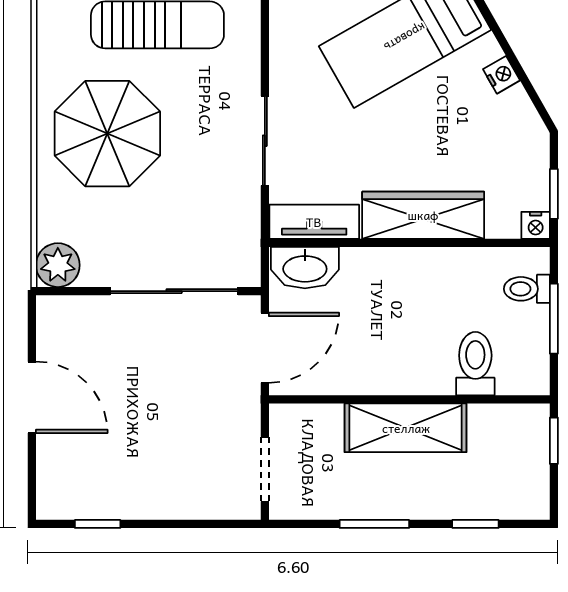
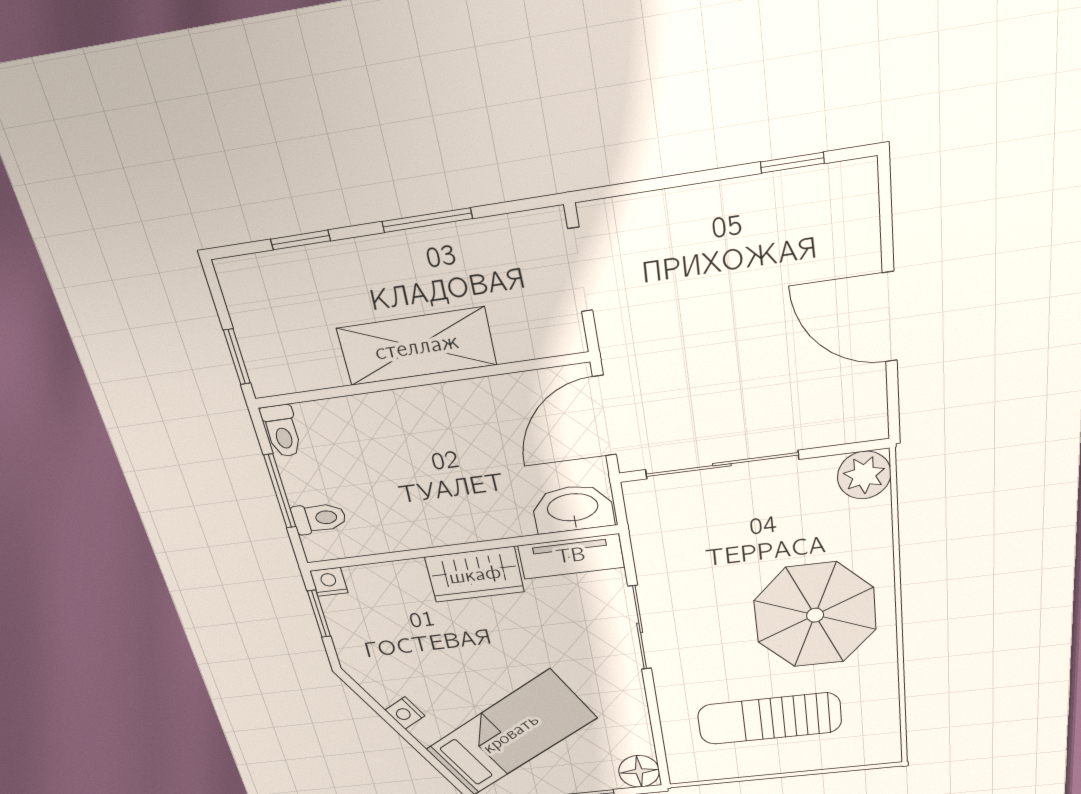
wardrobe: (423, 215) -> (475, 575), width x0.67
toilet: (475, 364) -> (282, 431), moved, width x0.73, depth x0.72

